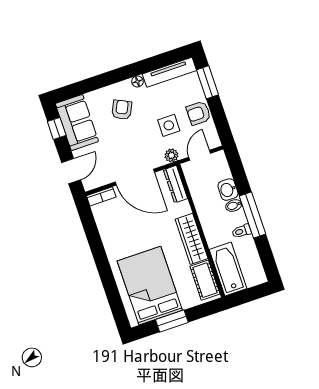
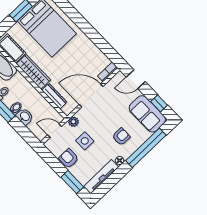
window: (98, 82) -> (146, 148), added
armchair: (122, 110) -> (121, 137), turned -116
armchair: (198, 113) -> (69, 158), turned -90
door: (200, 155) -> (55, 131), swing flipped
door: (71, 171) -> (136, 79), hinge flipped
dresser: (175, 184) -> (54, 96), moved

